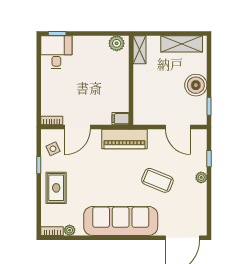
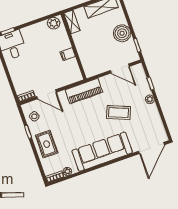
filing cabinet: (120, 119) -> (68, 54), moved
door: (77, 127) -> (46, 94), hinge flipped

